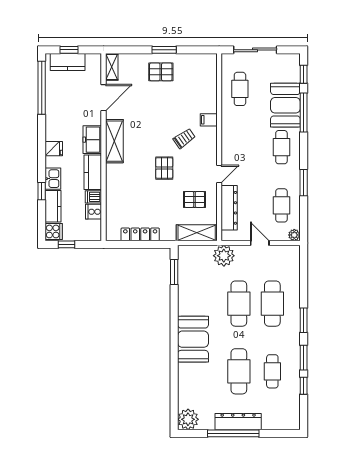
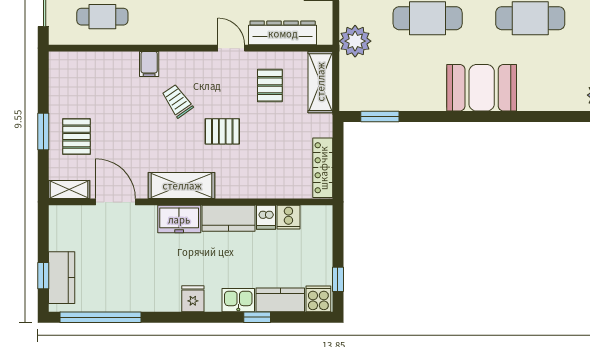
shelving: (112, 67) -> (69, 189), moved
door: (104, 98) -> (116, 202), moved
freezer: (92, 140) -> (179, 219), moved
shelving: (114, 141) -> (182, 185), moved
wall: (104, 147) -> (191, 202), moved
kitchen counter: (93, 172) -> (229, 218), moved
dishwasher: (93, 197) -> (266, 217), moved
cooker: (94, 212) -> (288, 217), moved

